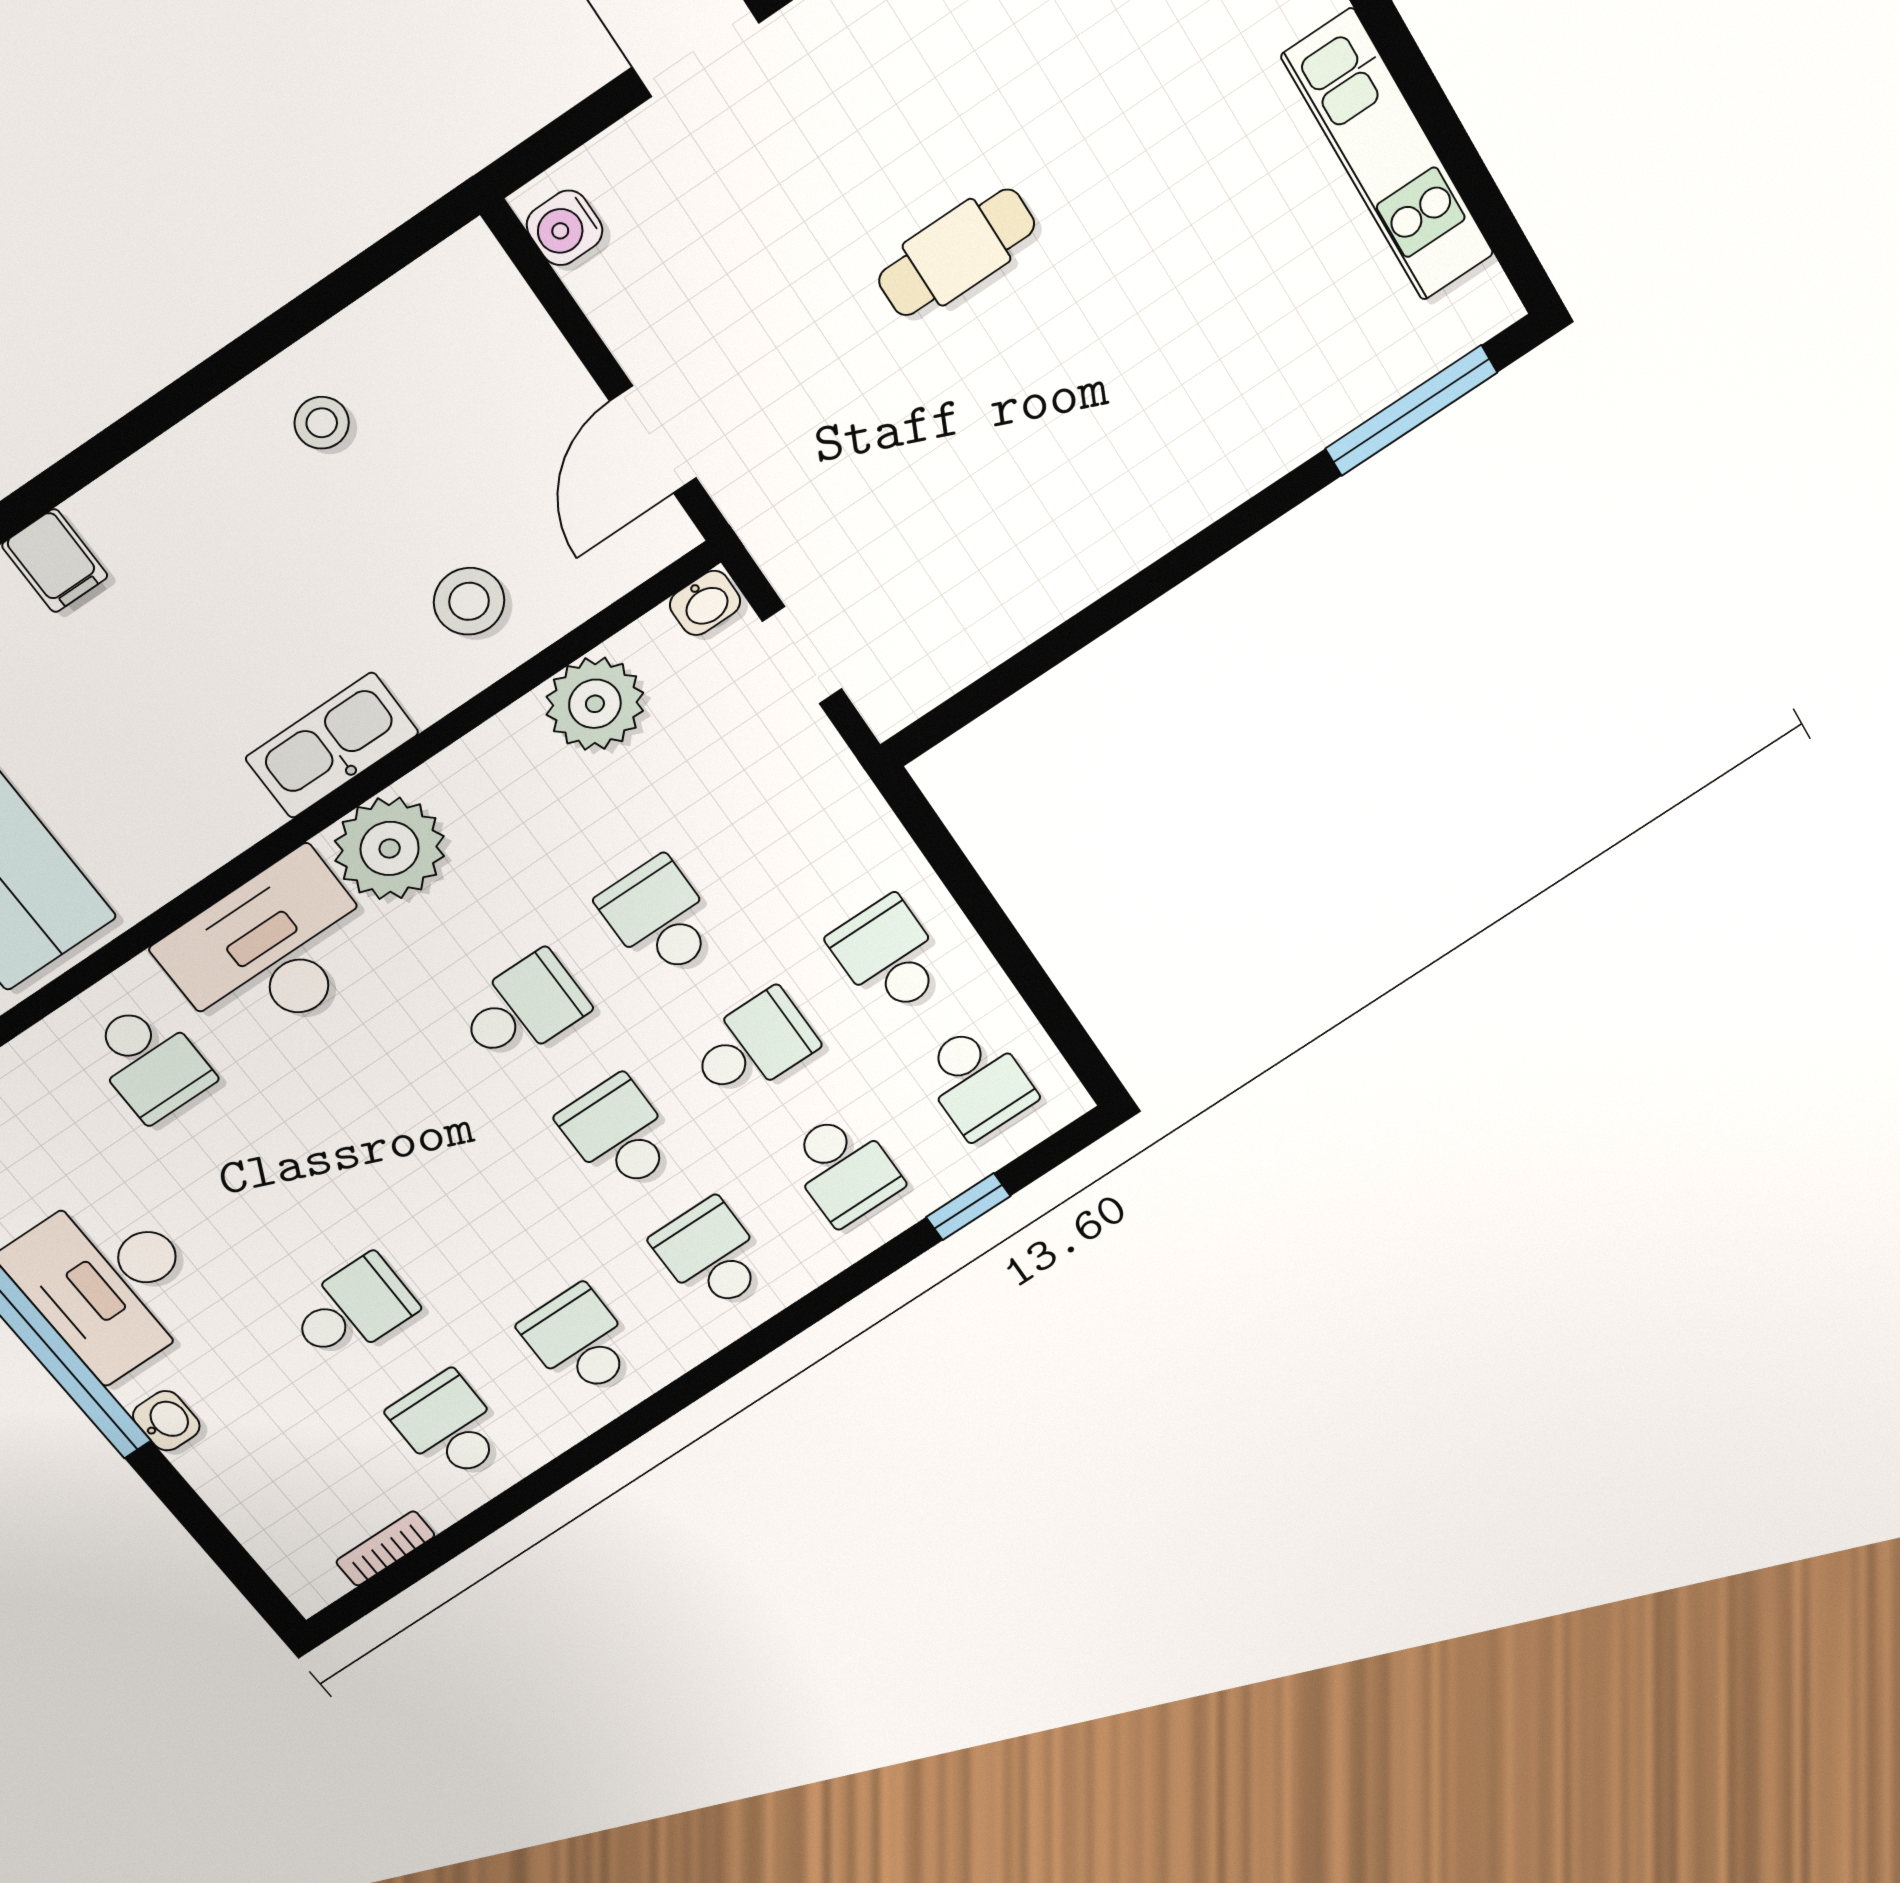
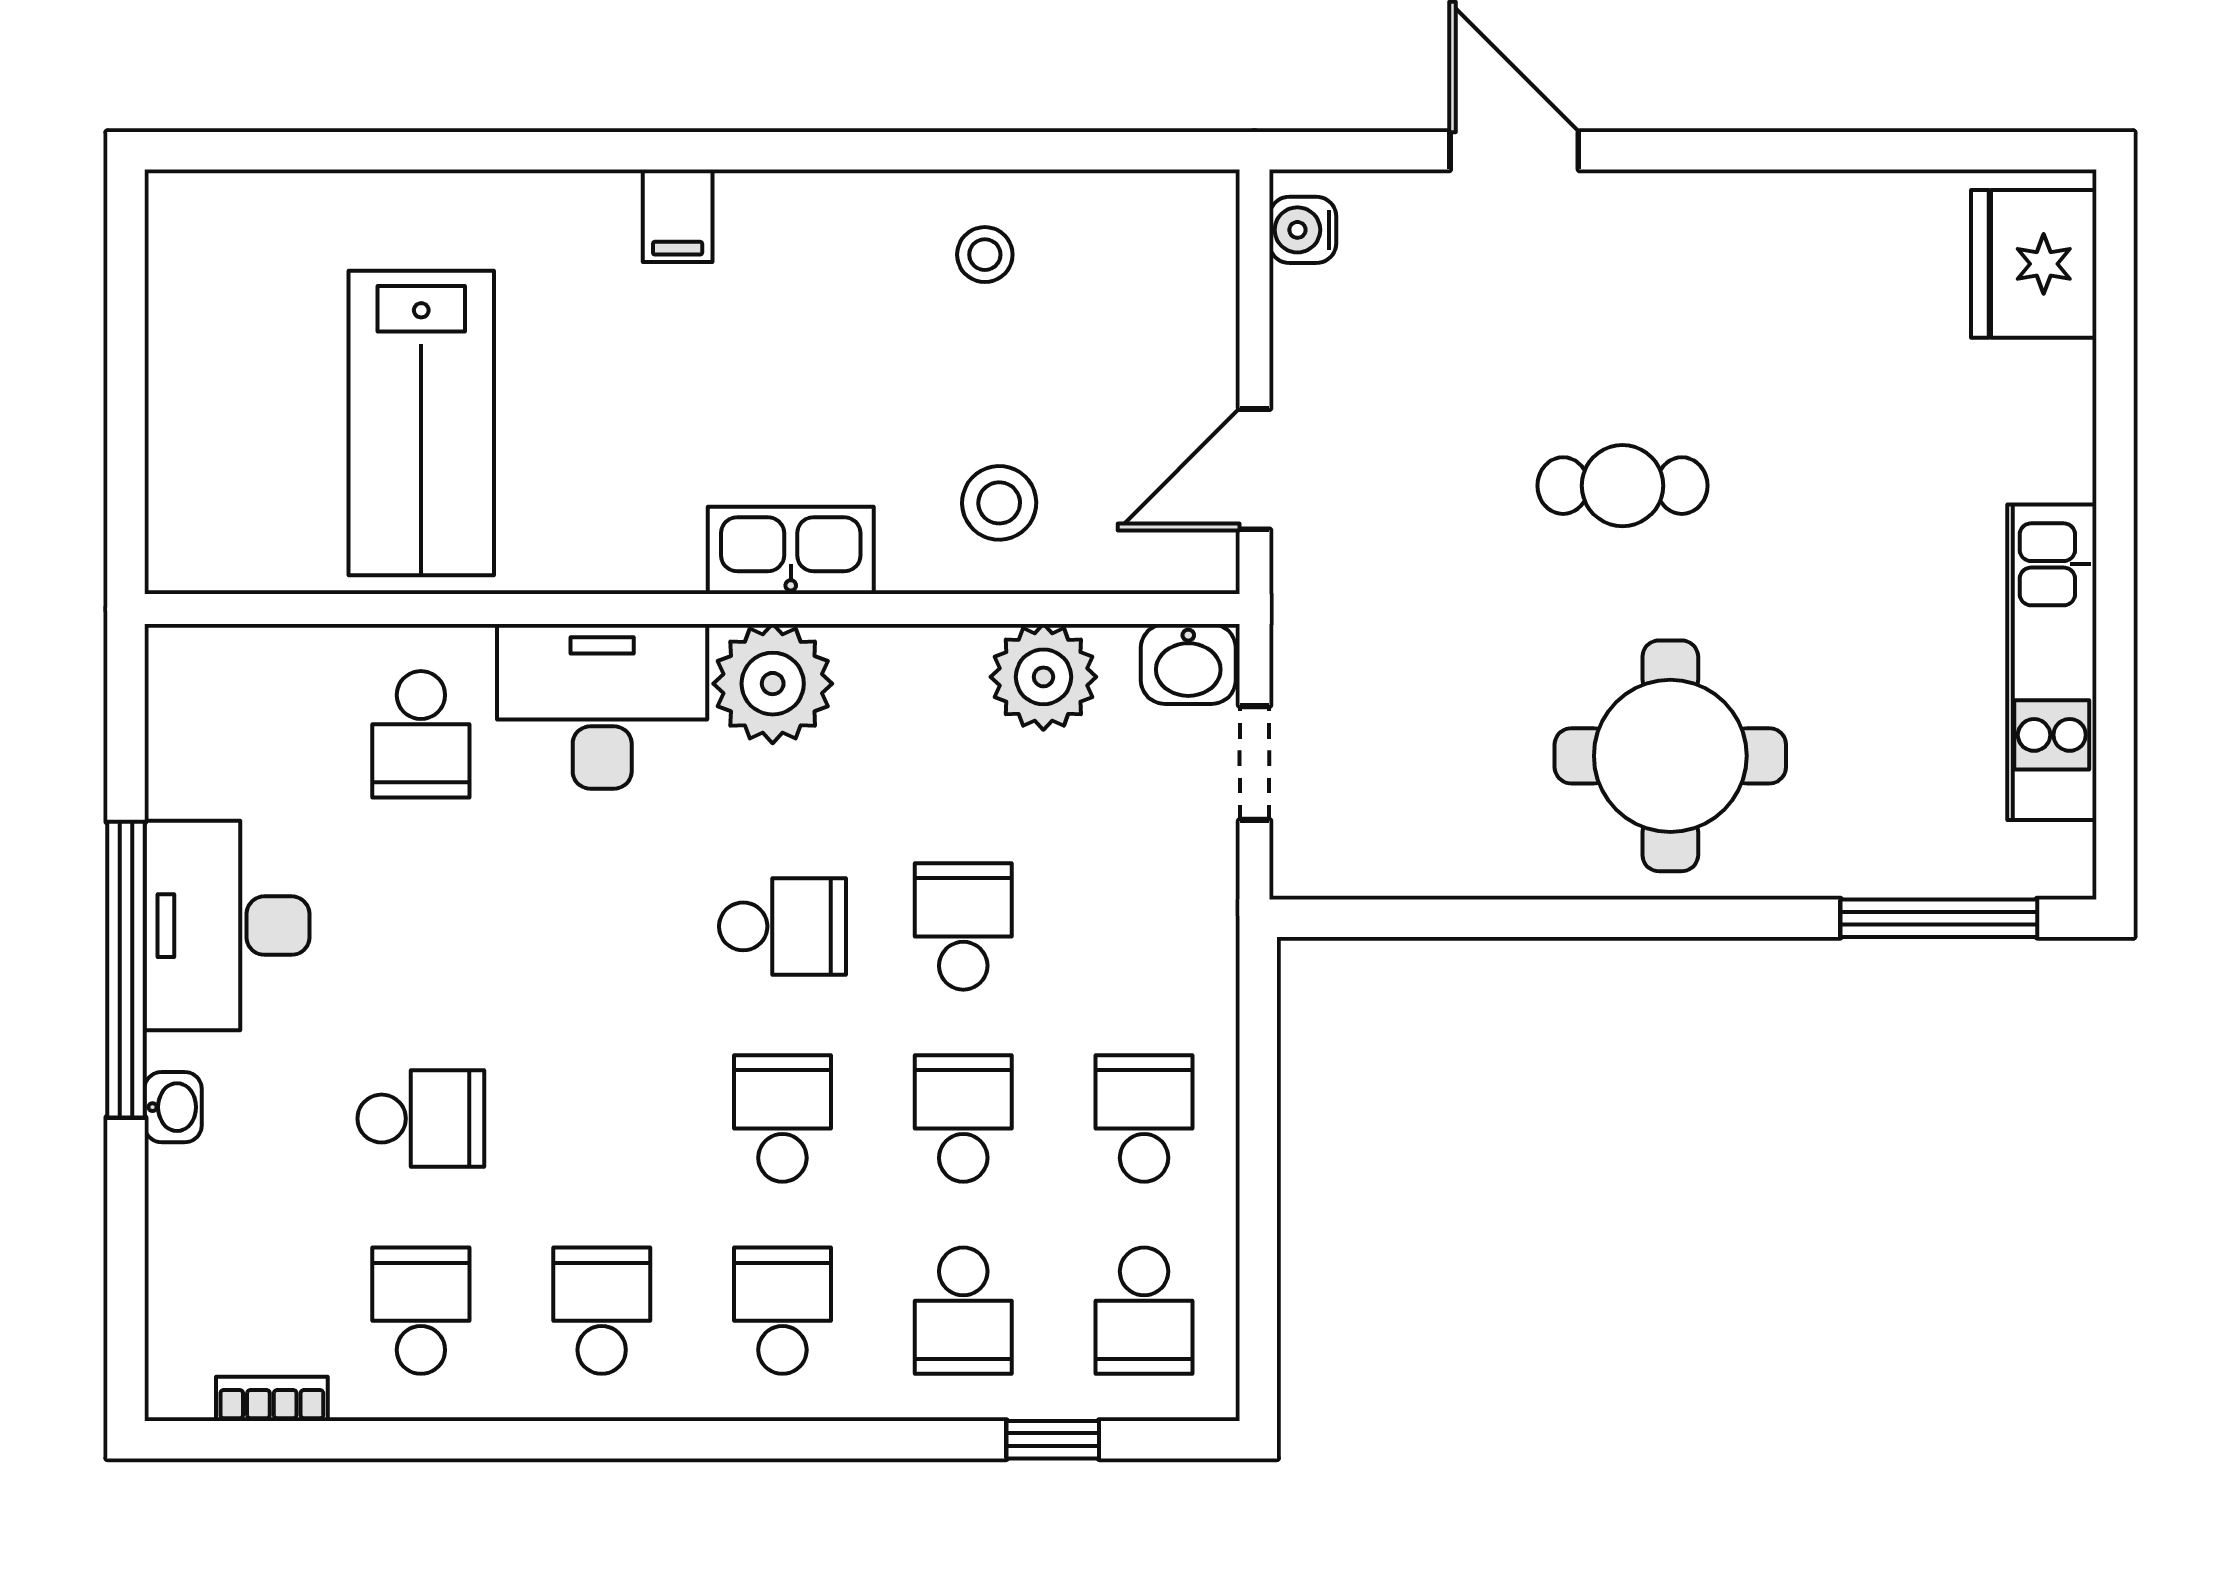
round table: (1125, 432) -> (1670, 756), added
washbasin: (705, 603) -> (1188, 664), width x1.38, depth x1.45
school desk: (753, 1045) -> (963, 1119), turned -90

